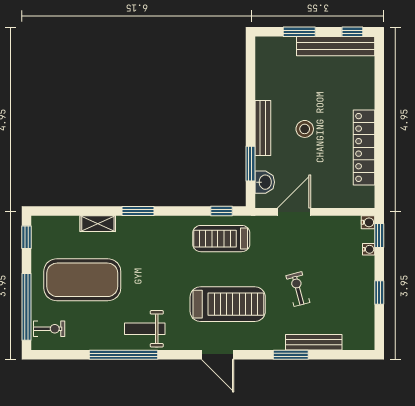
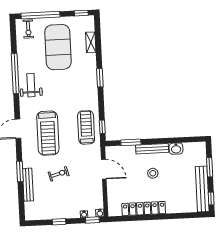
washbasin: (265, 182) -> (176, 149), moved
shelving: (98, 224) -> (91, 42), moved

